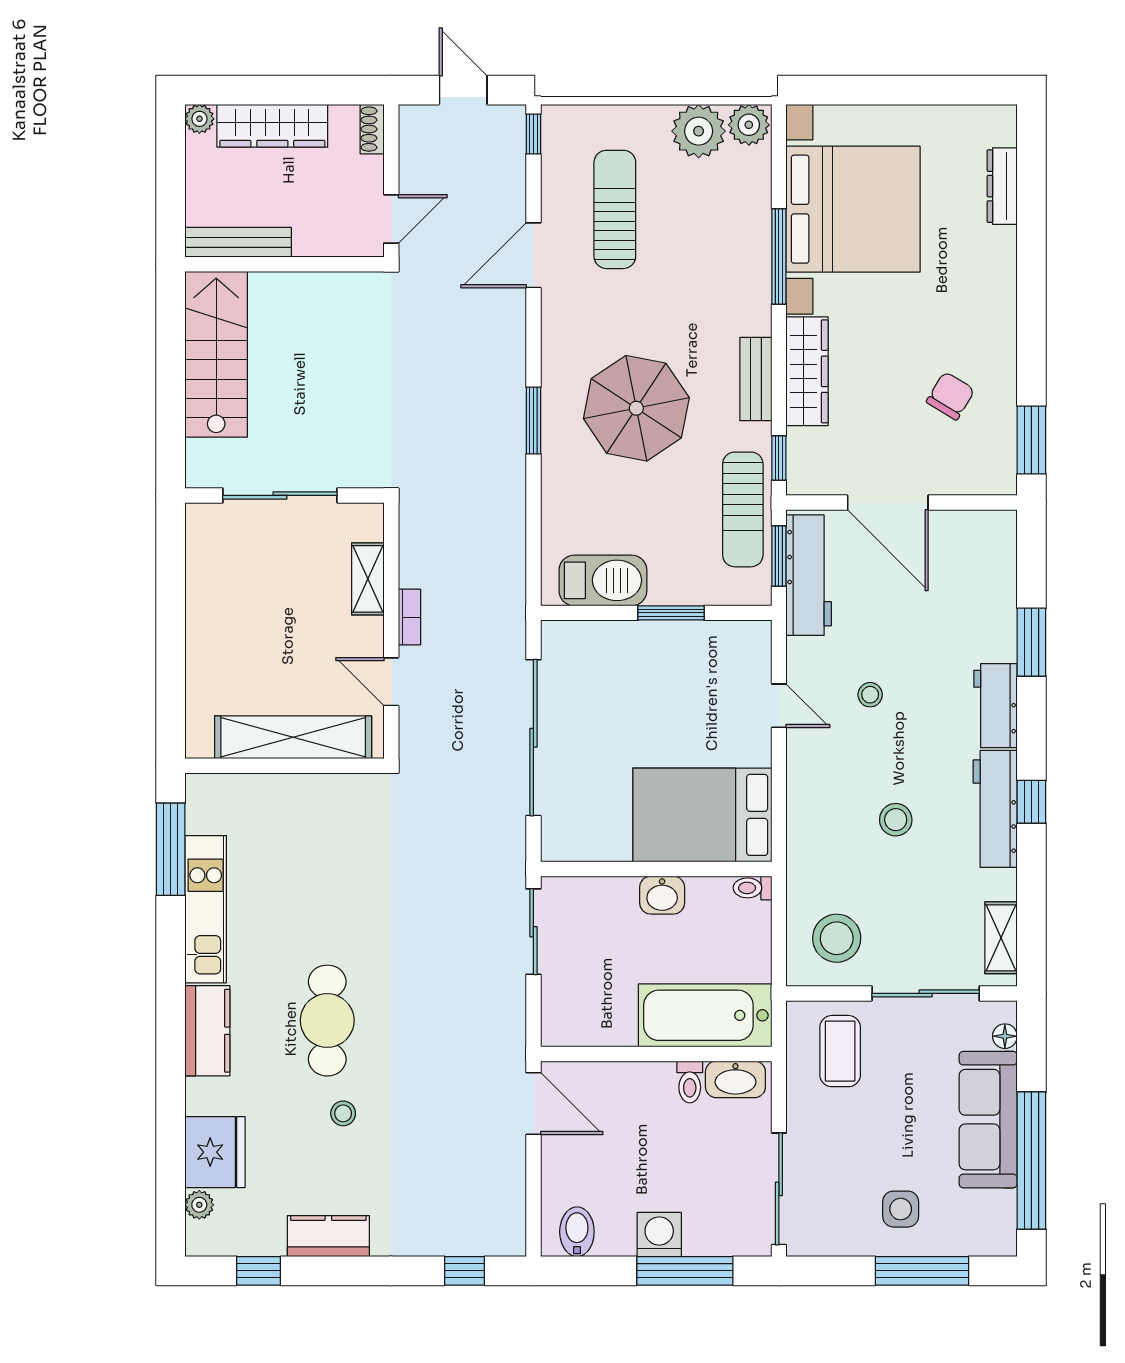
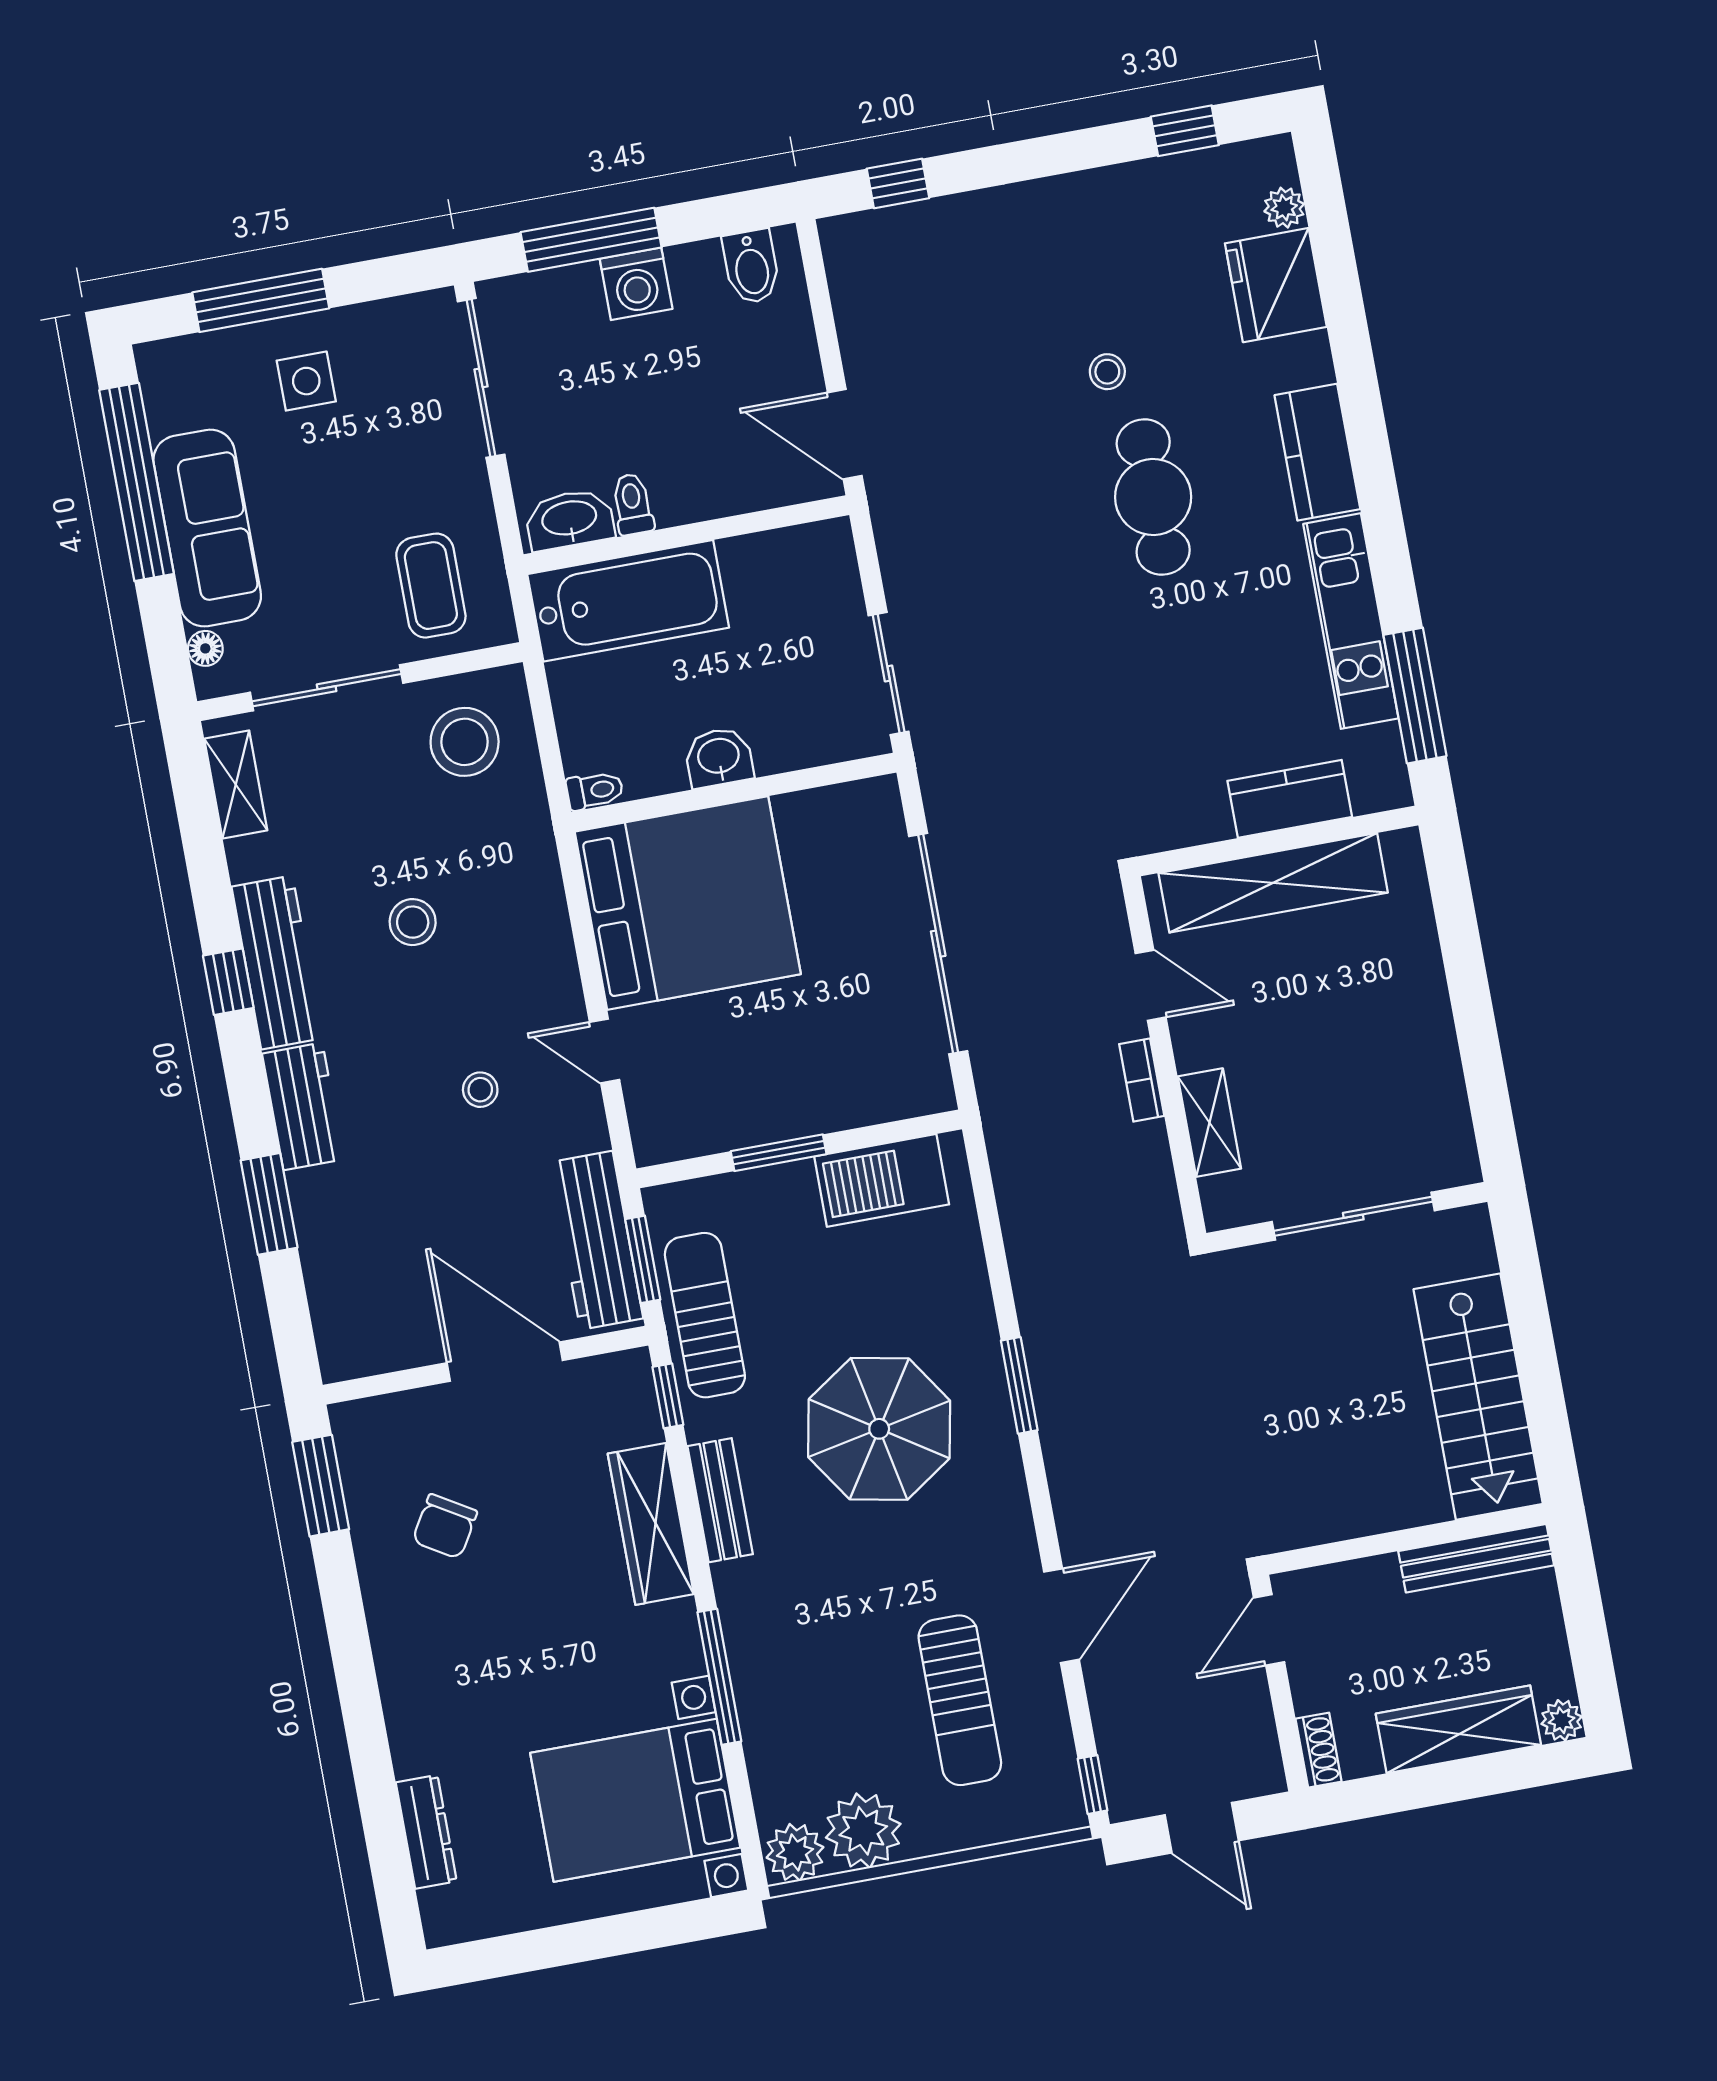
bed with nightstands: (853, 209) -> (635, 1800), width x0.73
bed: (702, 815) -> (688, 903), width x1.36
kitchen counter: (328, 1236) -> (1290, 799), moved, turned 180

